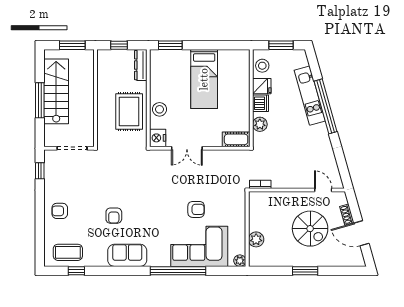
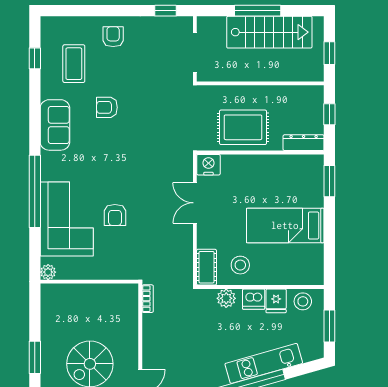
window: (72, 45) -> (329, 53), width x0.67
stool: (160, 109) -> (240, 265), moved
plant: (256, 239) -> (76, 293), removed
coffee table: (68, 252) -> (74, 64), moved

